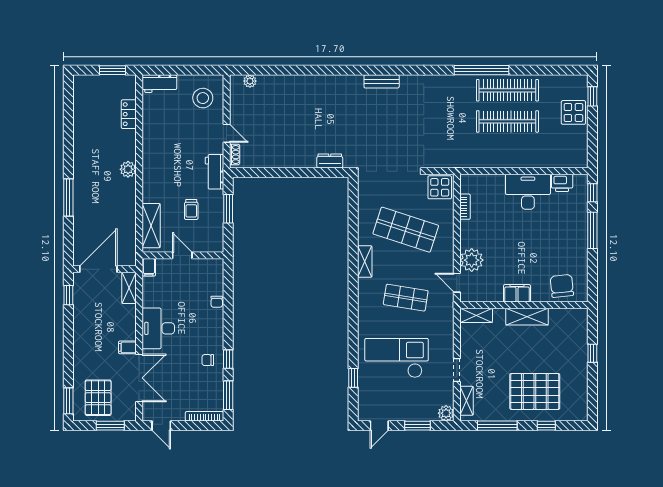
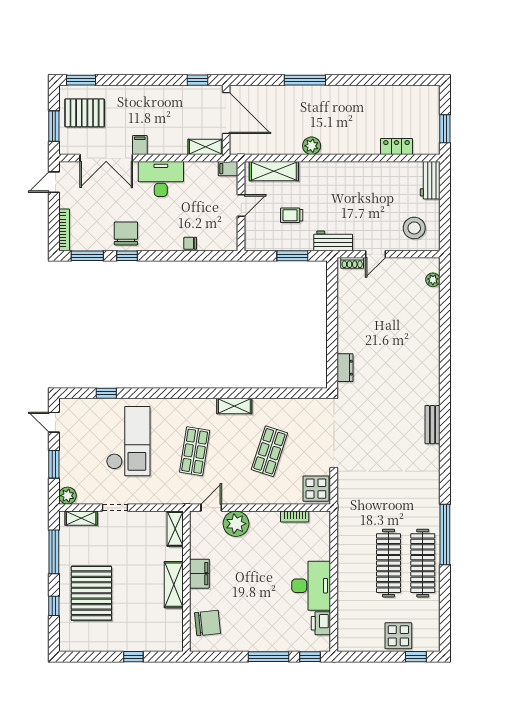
plant: (128, 169) -> (312, 146), moved
shop shelf: (406, 230) -> (269, 451), width x0.70, depth x0.74
chair: (208, 360) -> (126, 233), width x1.87, depth x1.87

